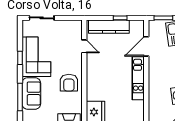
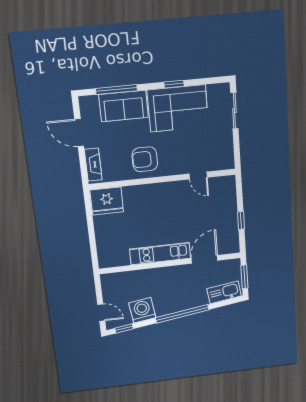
kitchen counter: (109, 27) -> (228, 207), removed
door: (84, 46) -> (198, 176), hinge flipped
door: (146, 46) -> (204, 259), hinge flipped

